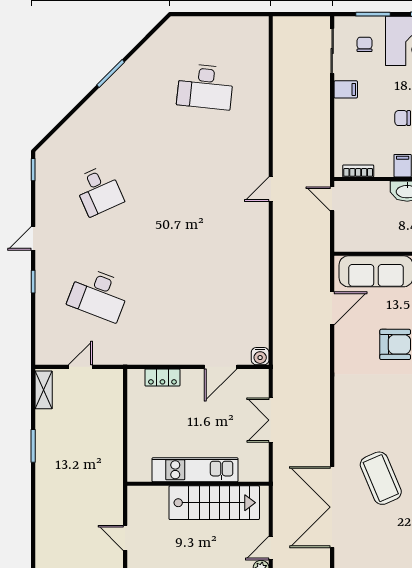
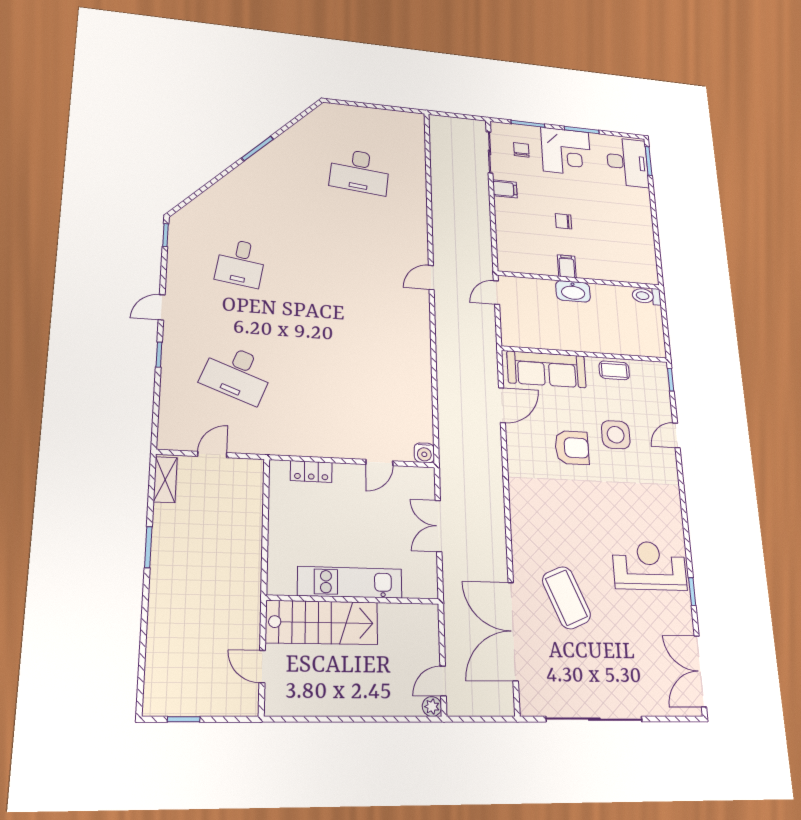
bookcase: (358, 171) -> (522, 267), removed
desk: (99, 190) -> (241, 263), turned 33
door: (332, 199) -> (496, 293), hinge flipped
door: (221, 367) -> (379, 463), width x0.73
stairs: (214, 503) -> (322, 622), moved

